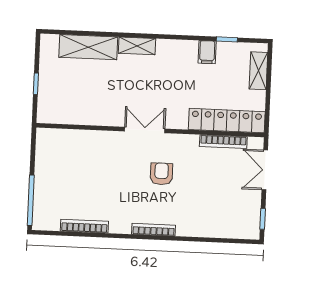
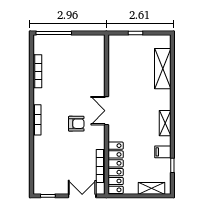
shelving: (137, 46) -> (165, 123), moved
double door: (145, 130) -> (106, 111), swing flipped

